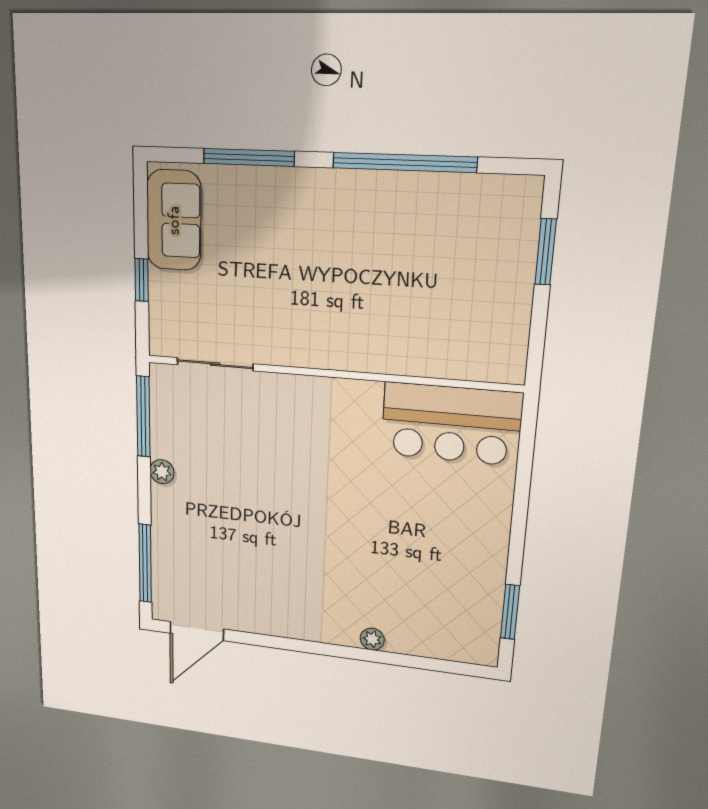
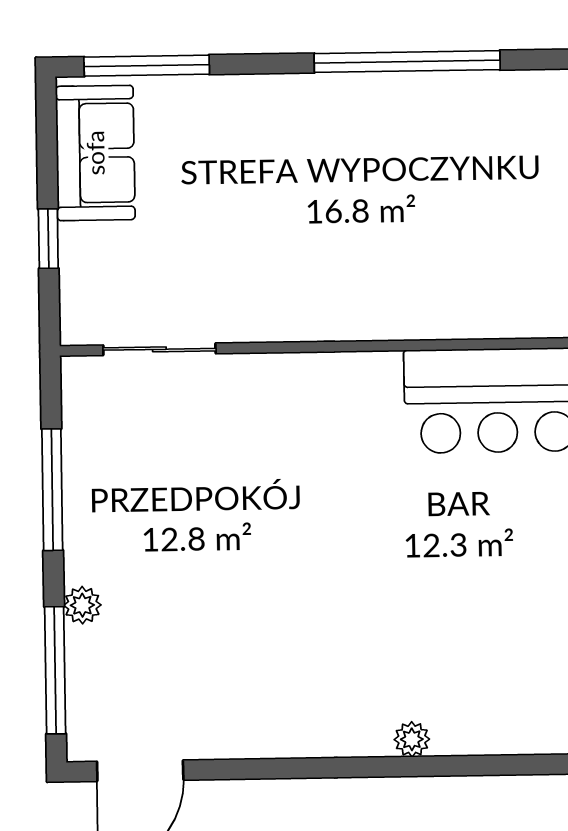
window: (249, 157) -> (147, 66), moved
window: (143, 417) -> (52, 490), moved
plant: (162, 472) -> (82, 605), moved

